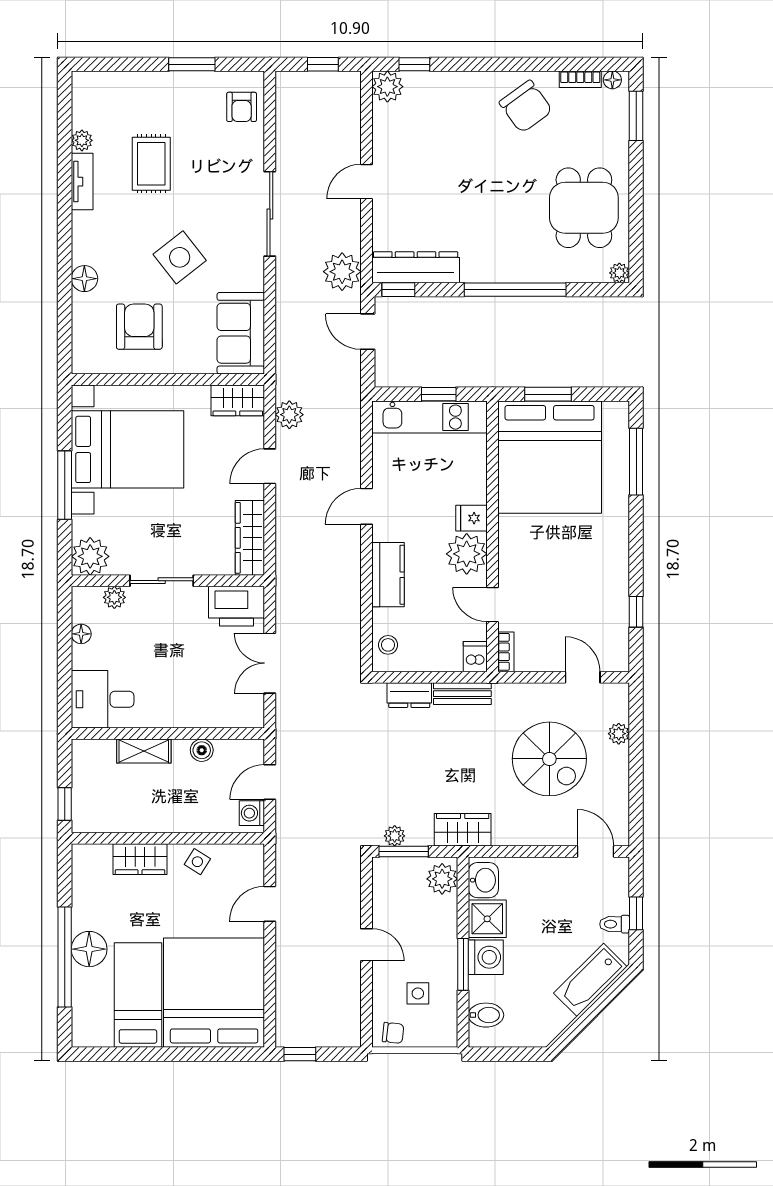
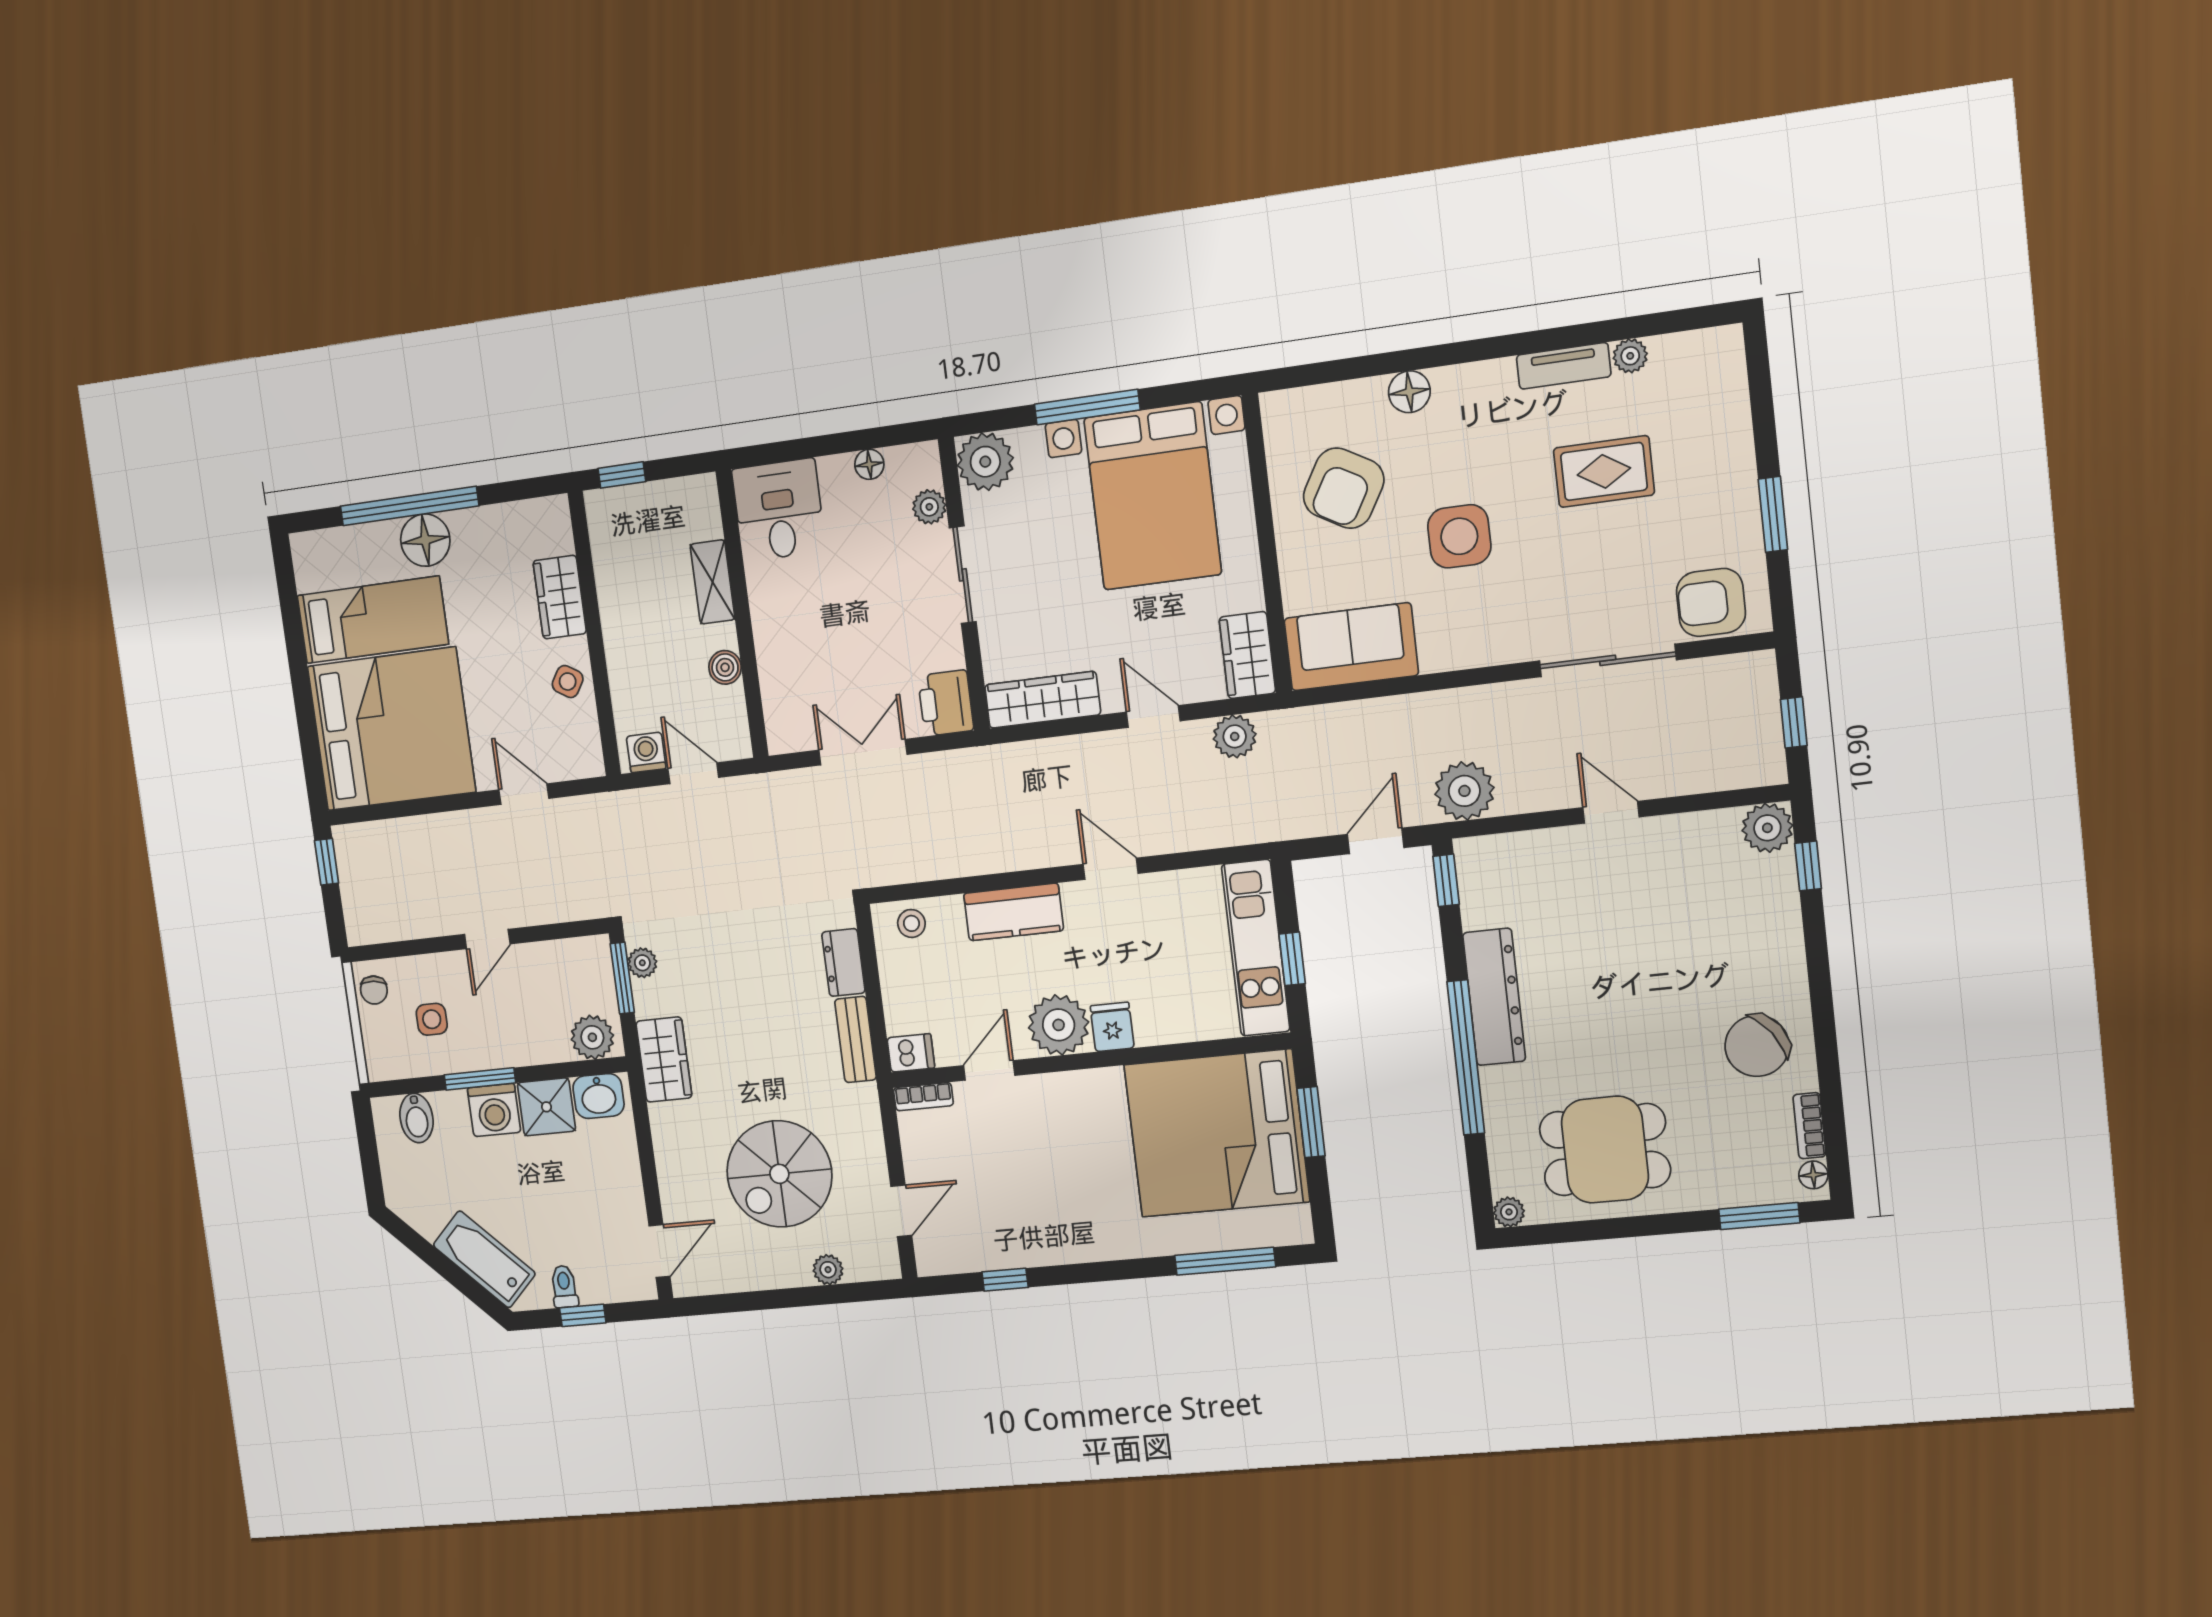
armchair: (242, 107) -> (1711, 602), width x1.38, depth x1.38
sliding door: (270, 214) -> (1608, 660), moved
side table: (180, 257) -> (1459, 536), turned 38
dresser: (416, 267) -> (1494, 997), moved
armchair: (139, 327) -> (1344, 488), turned 120
printer: (236, 606) -> (946, 703), width x0.73, depth x0.84

